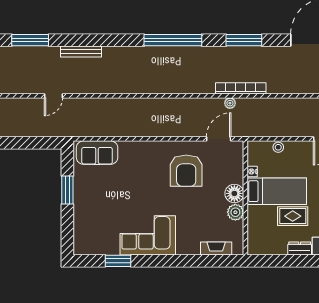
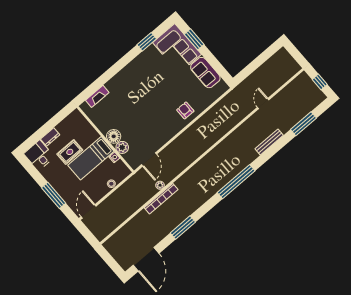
window: (173, 40) -> (236, 182), moved
sofa: (97, 153) -> (205, 73), moved, turned -90
armchair: (186, 171) -> (185, 110), moved, width x0.53, depth x0.53
window: (67, 190) -> (194, 39), moved
plant: (235, 212) -> (122, 147), moved
corner sofa: (148, 235) -> (177, 48), moved, turned 90

